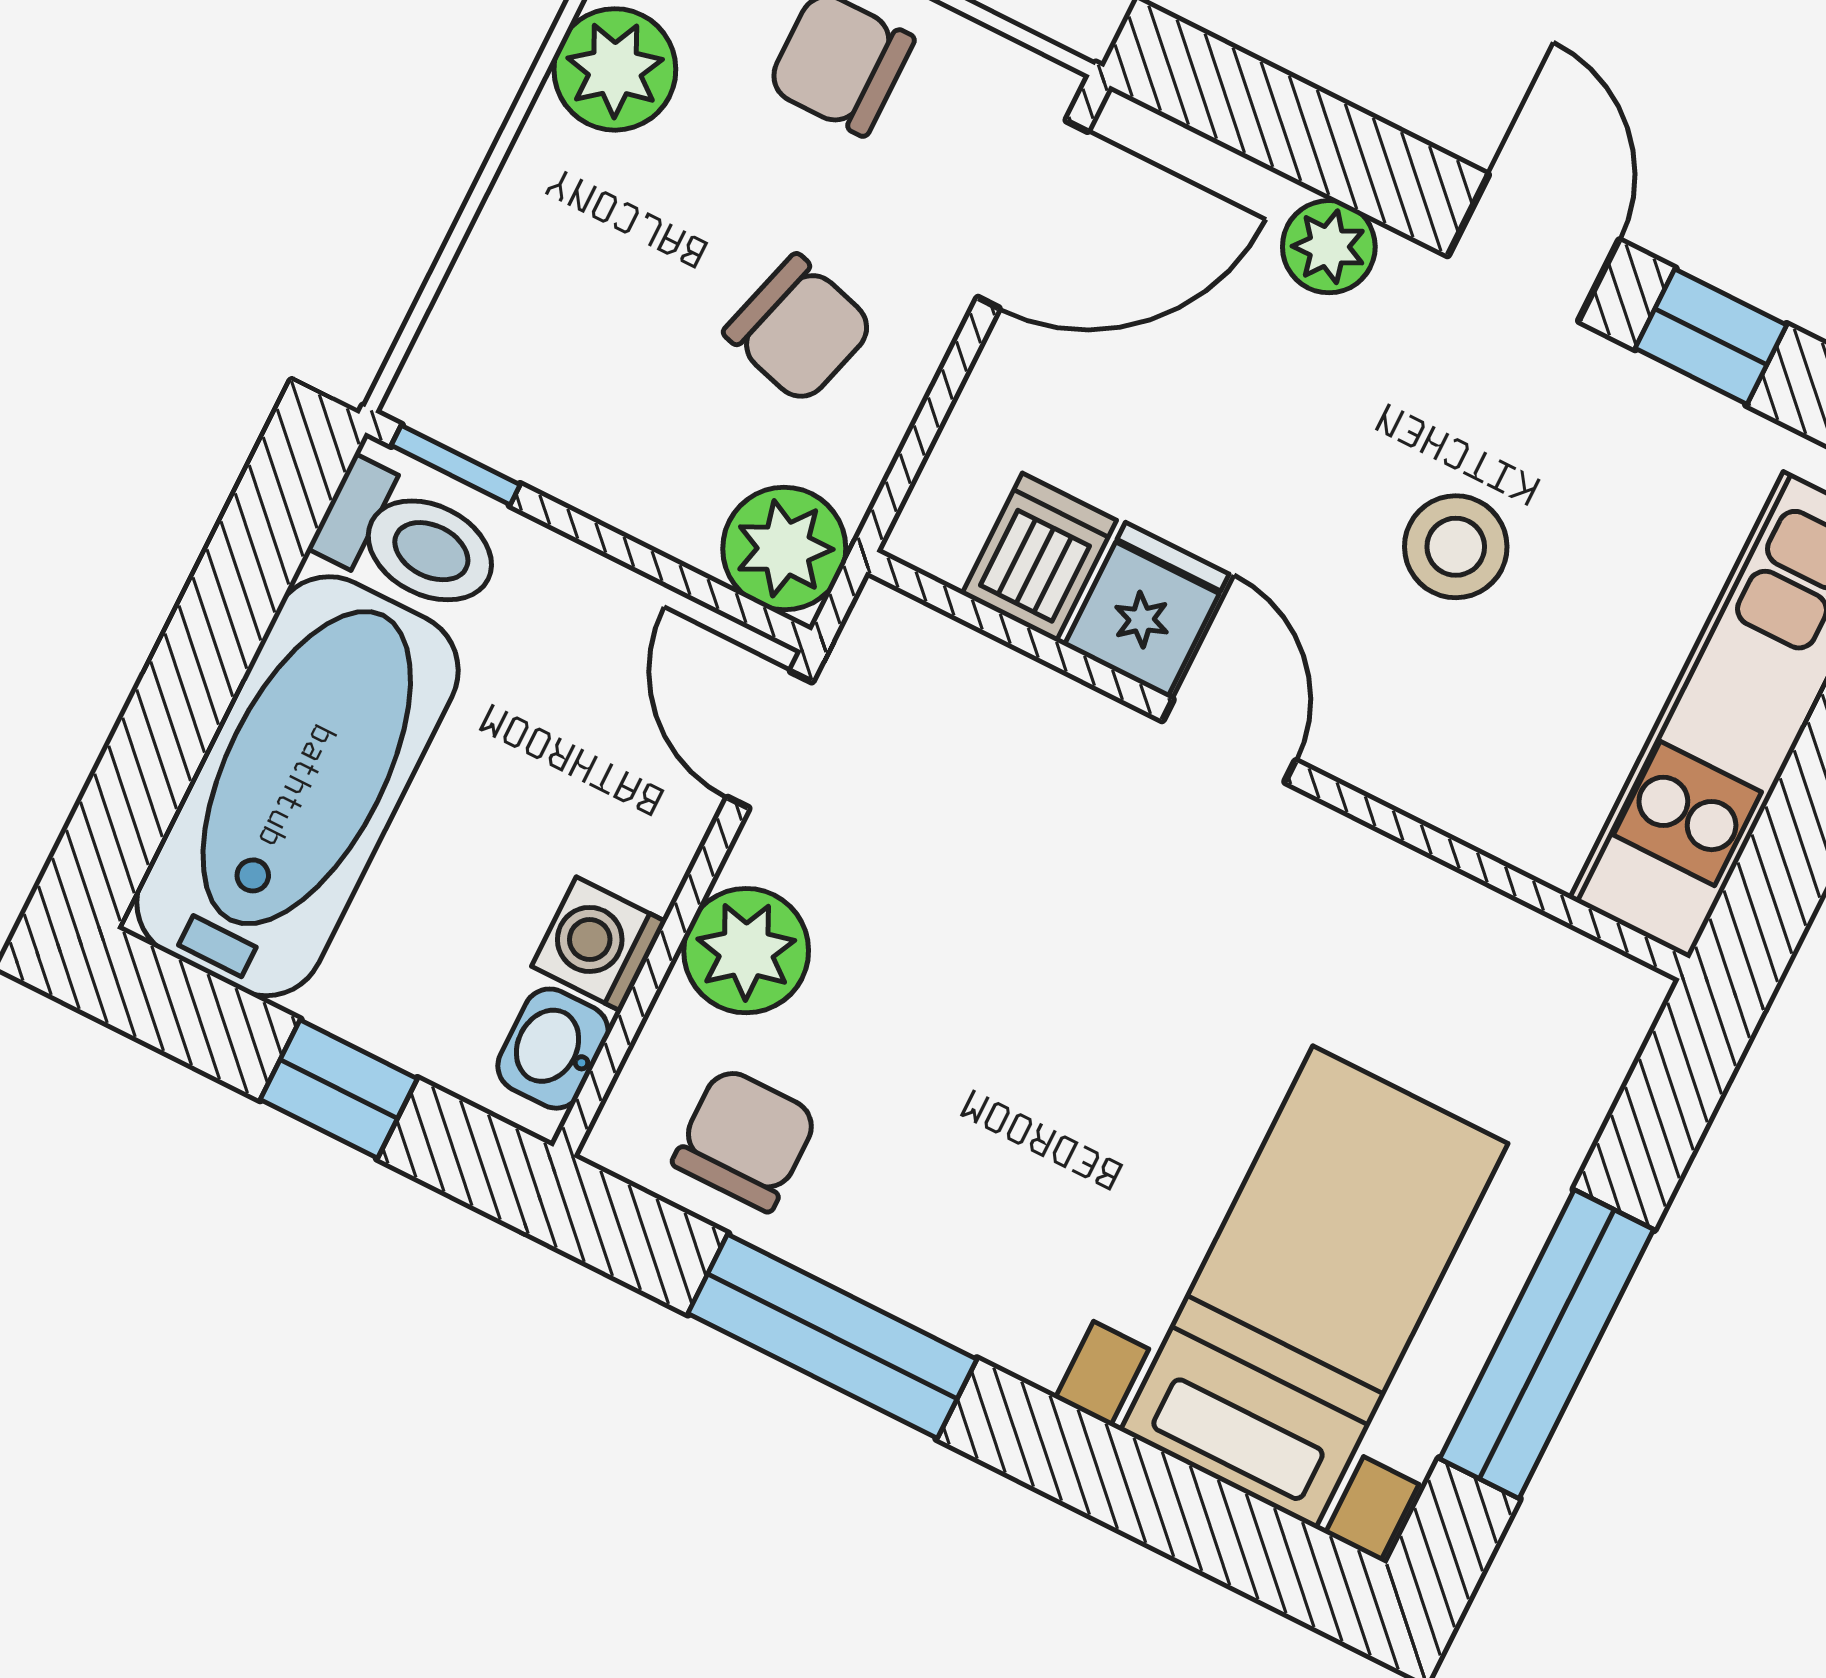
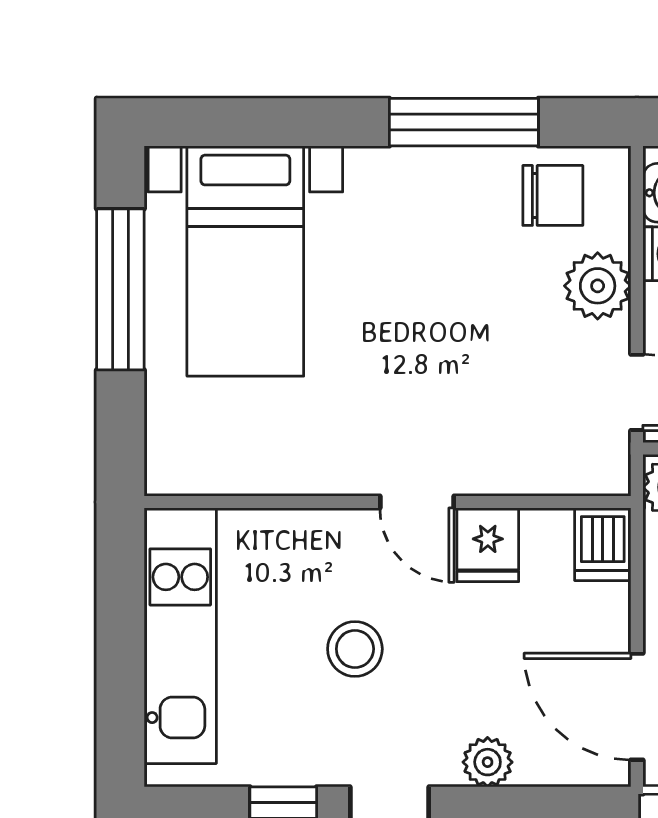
door: (1033, 214) -> (637, 707), hinge flipped
dishwasher: (1039, 557) -> (603, 544), moved
chair: (745, 1139) -> (553, 195), turned -90

